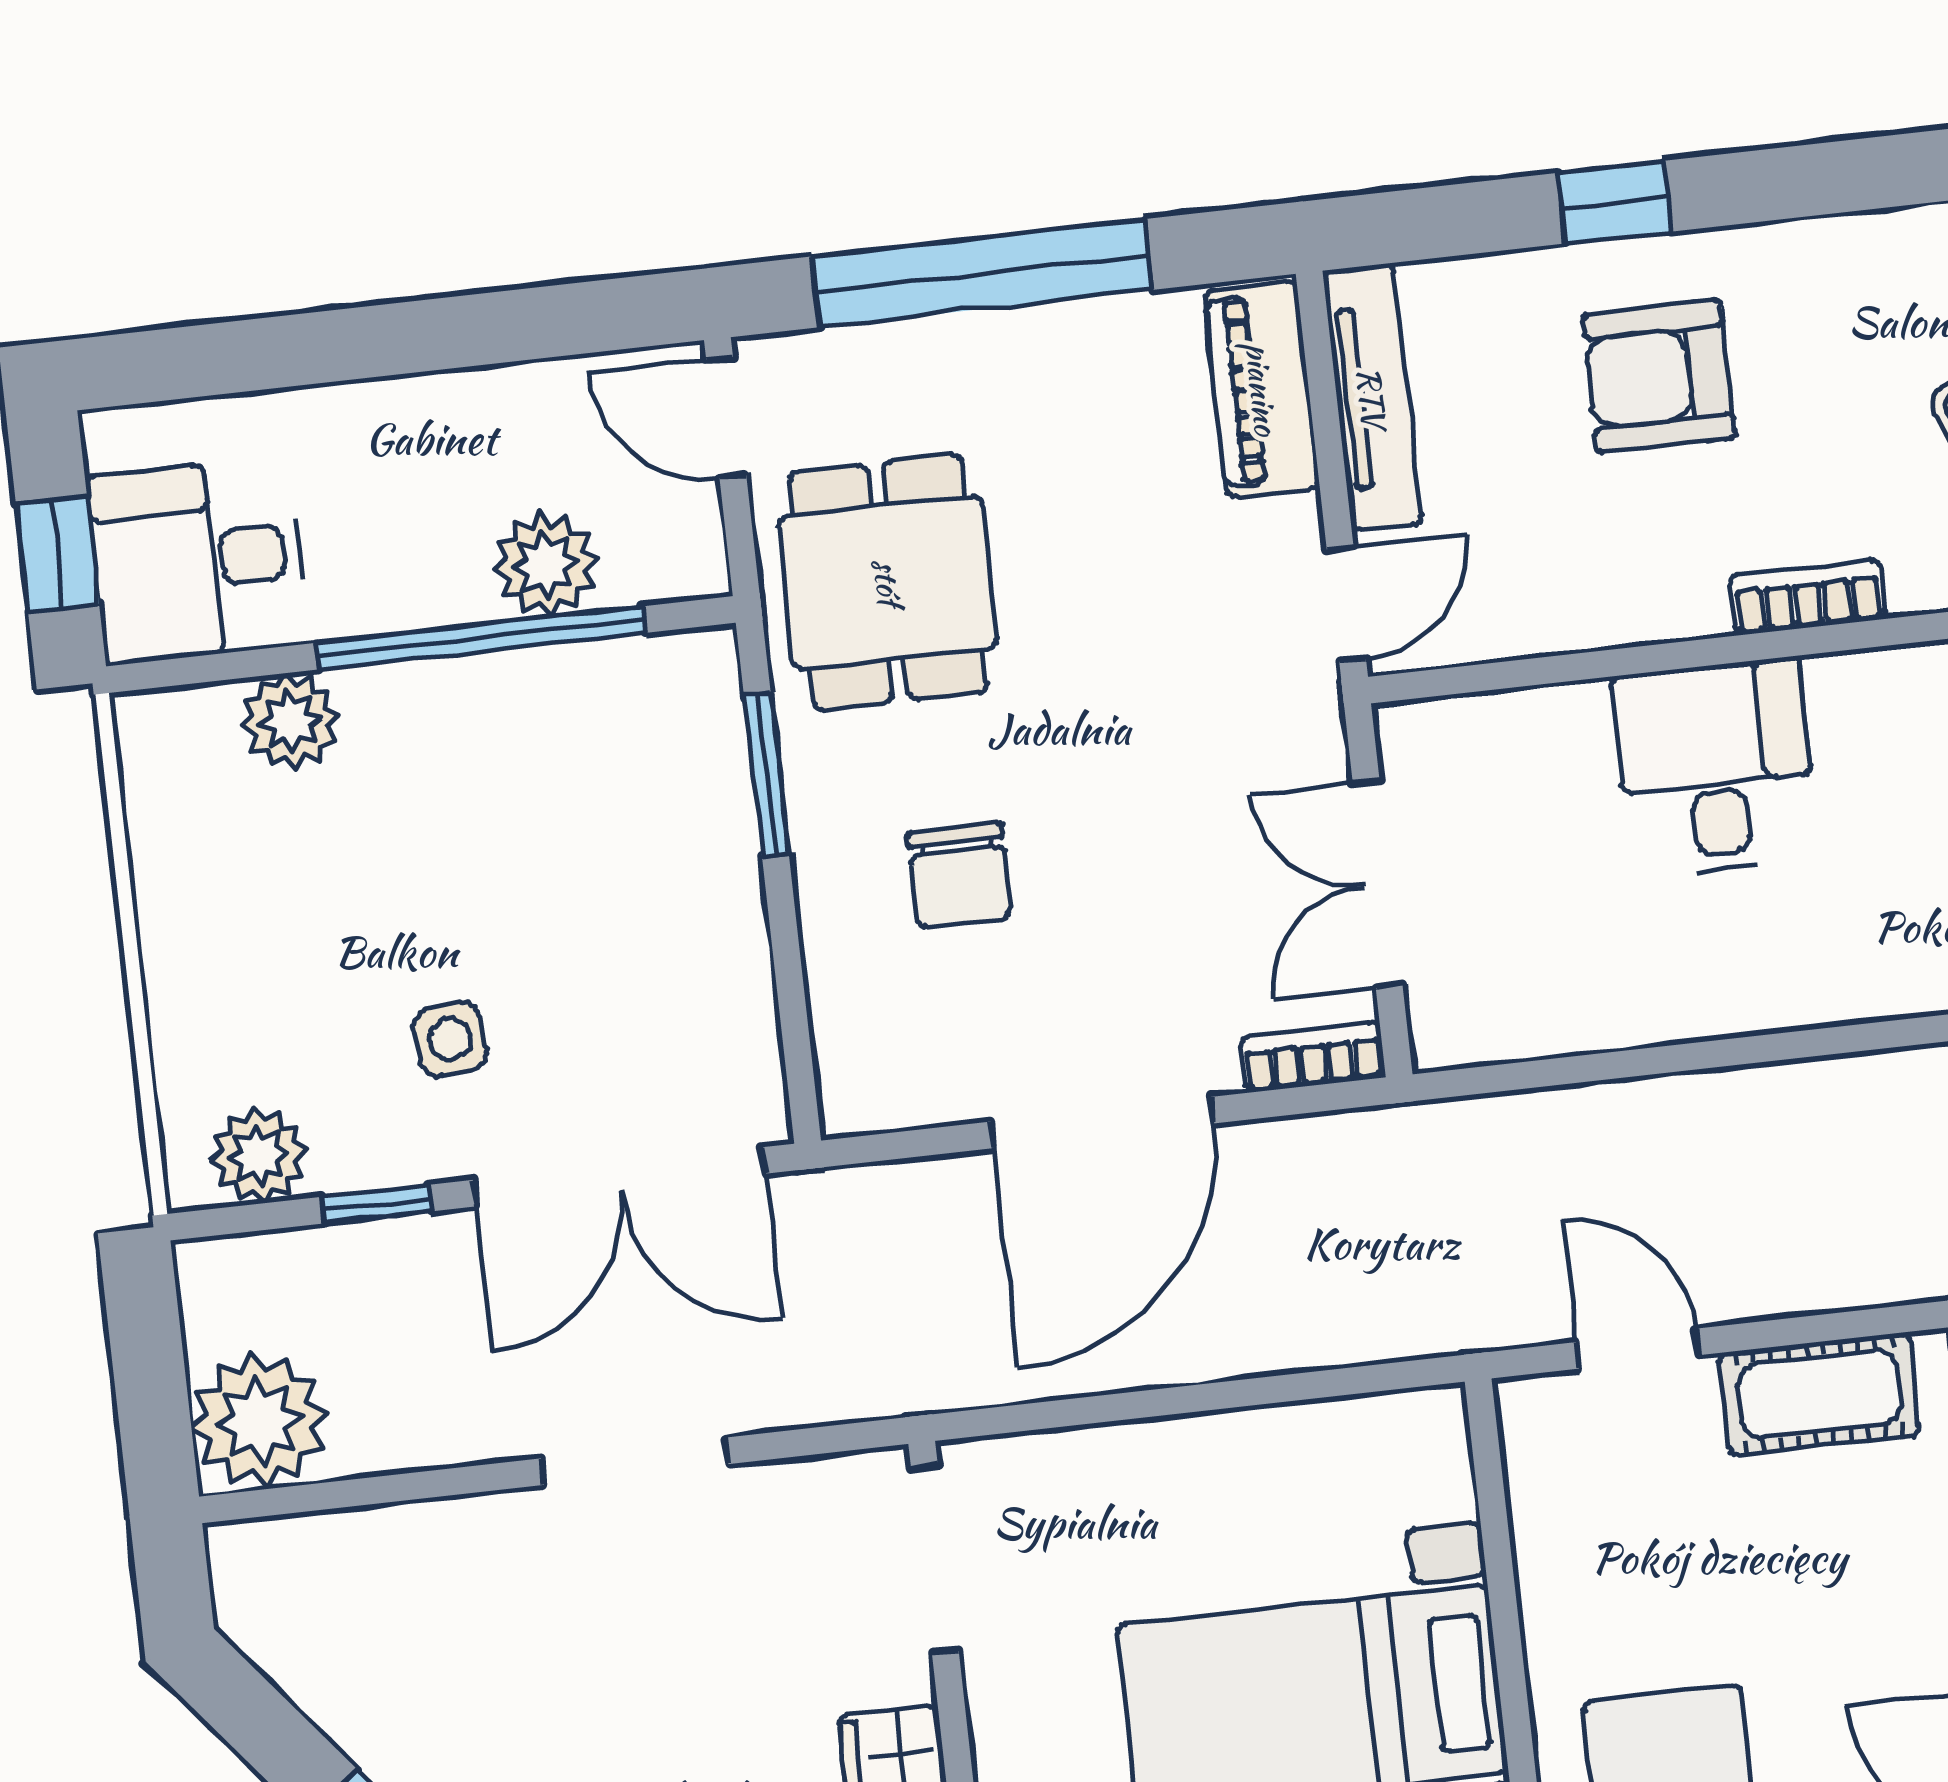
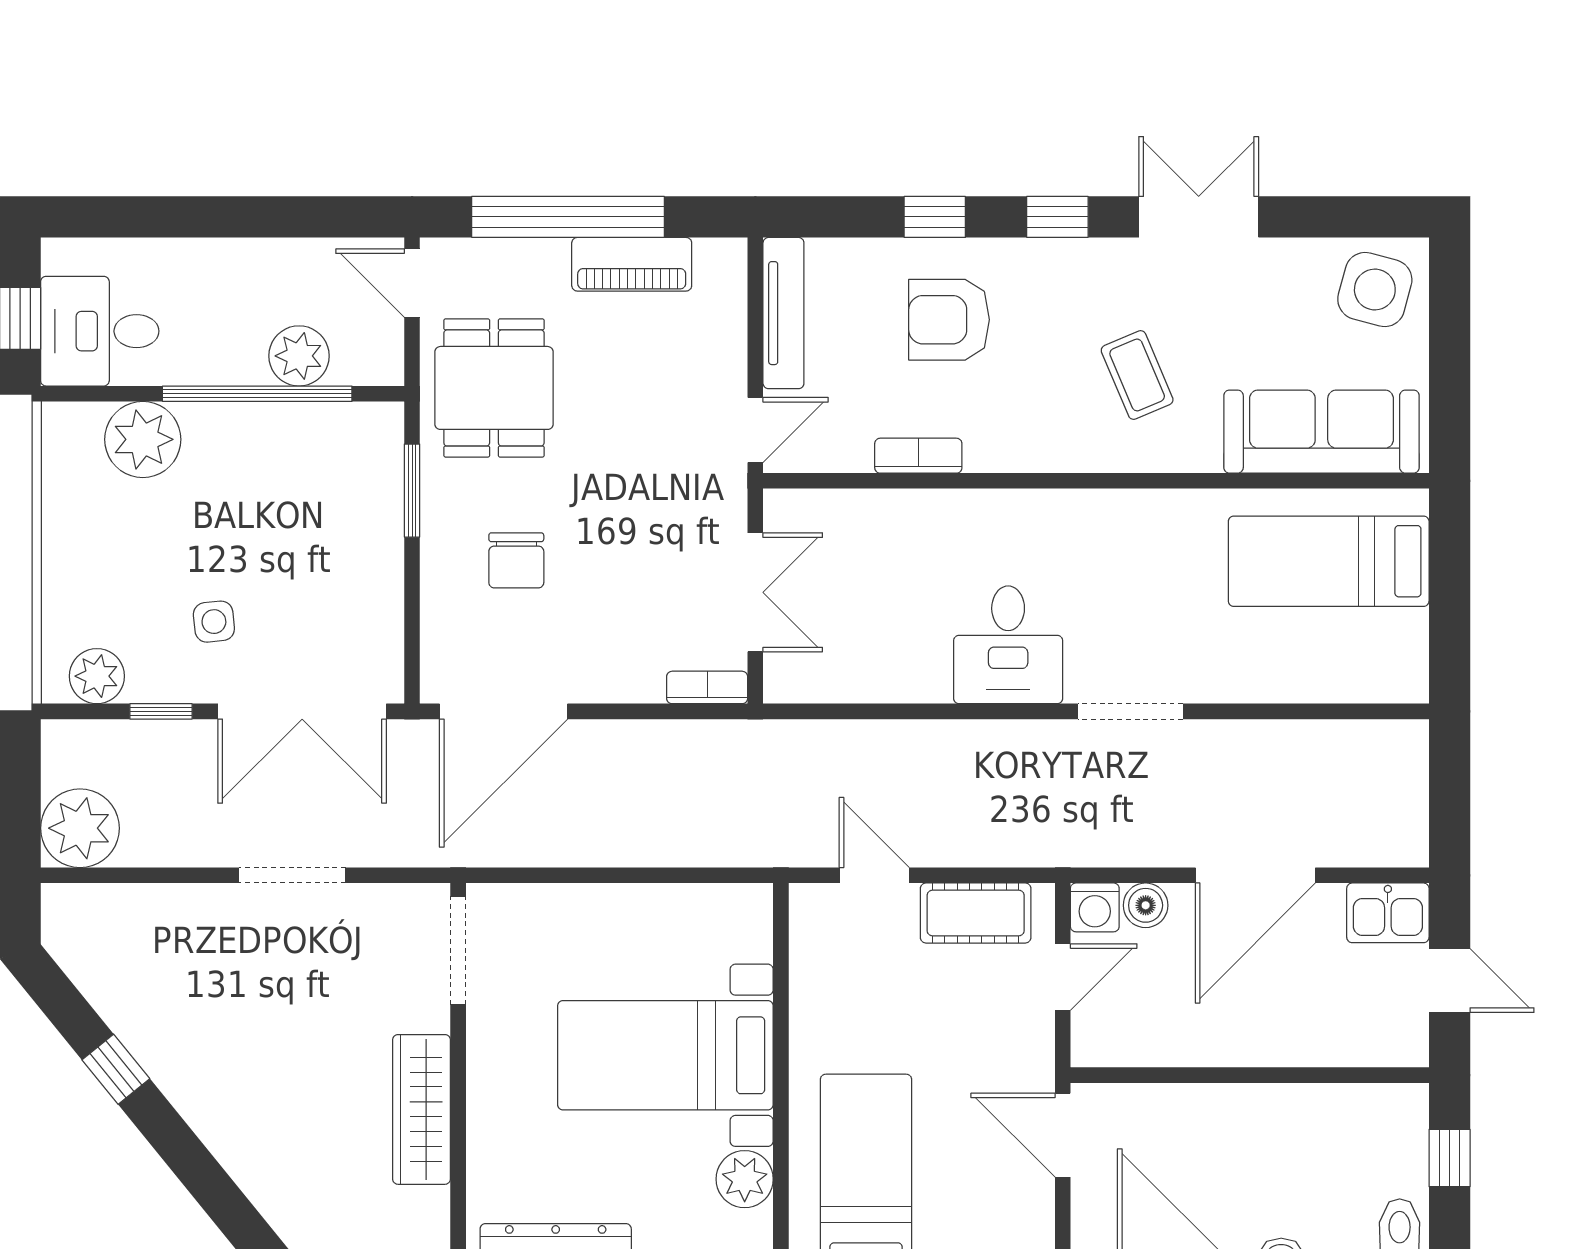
window: (1826, 179) -> (1057, 217), added
piano: (1262, 389) -> (632, 264), moved, turned -90
bookcase: (1808, 597) -> (918, 456), moved
plant: (290, 721) -> (143, 439), width x1.36, depth x1.36
desk: (1716, 768) -> (1008, 645), moved, turned 180
double door: (1378, 884) -> (755, 592), swing flipped
door: (1102, 1123) -> (504, 711), moved

